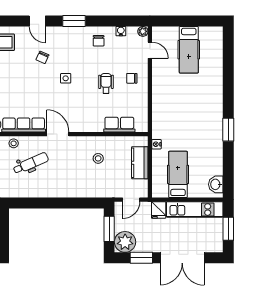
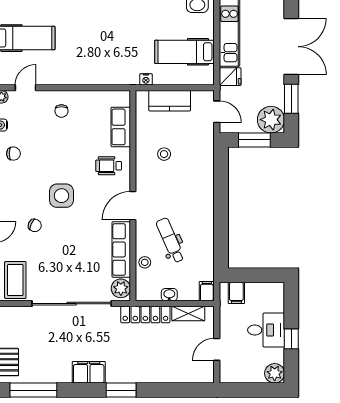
side table: (66, 78) -> (61, 196), width x1.87, depth x1.87
wheelchair: (106, 83) -> (109, 166), moved

